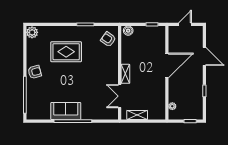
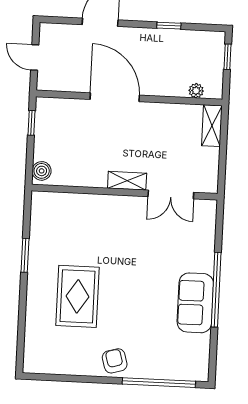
plant: (32, 32) -> (36, 362), removed
armchair: (108, 39) -> (57, 211), removed
shelving: (137, 115) -> (212, 126), moved

